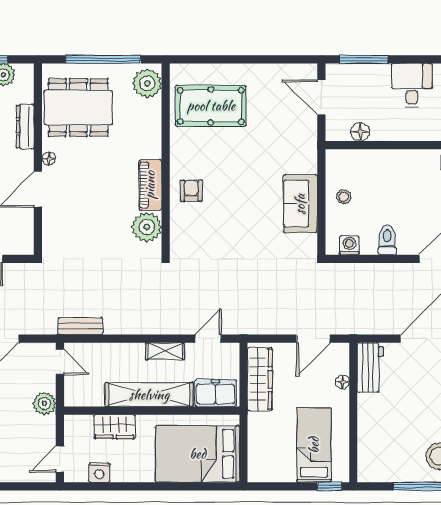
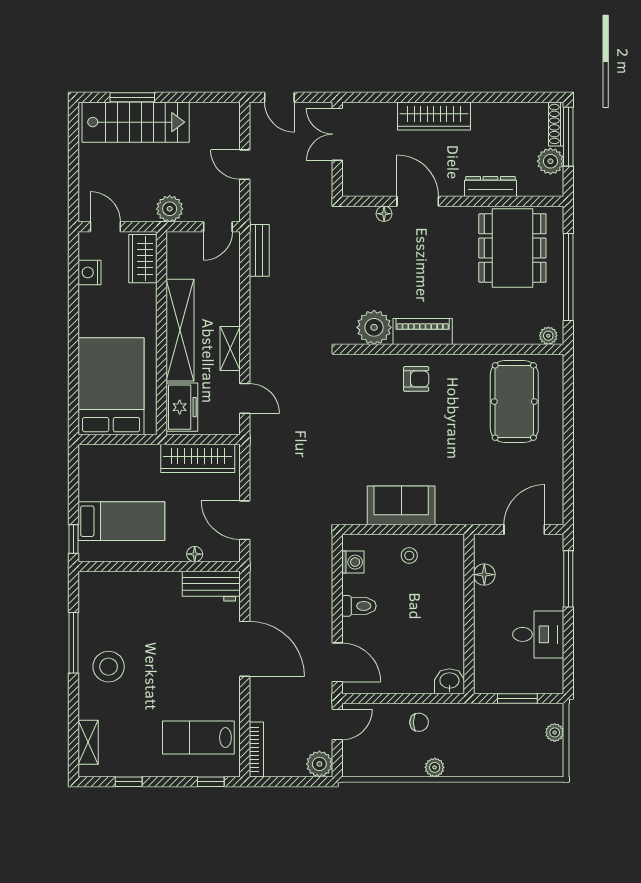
plant: (147, 83) -> (548, 336), width x0.53, depth x0.53
floor lamp: (49, 159) -> (384, 214), moved
wardrobe: (114, 427) -> (143, 259), moved

